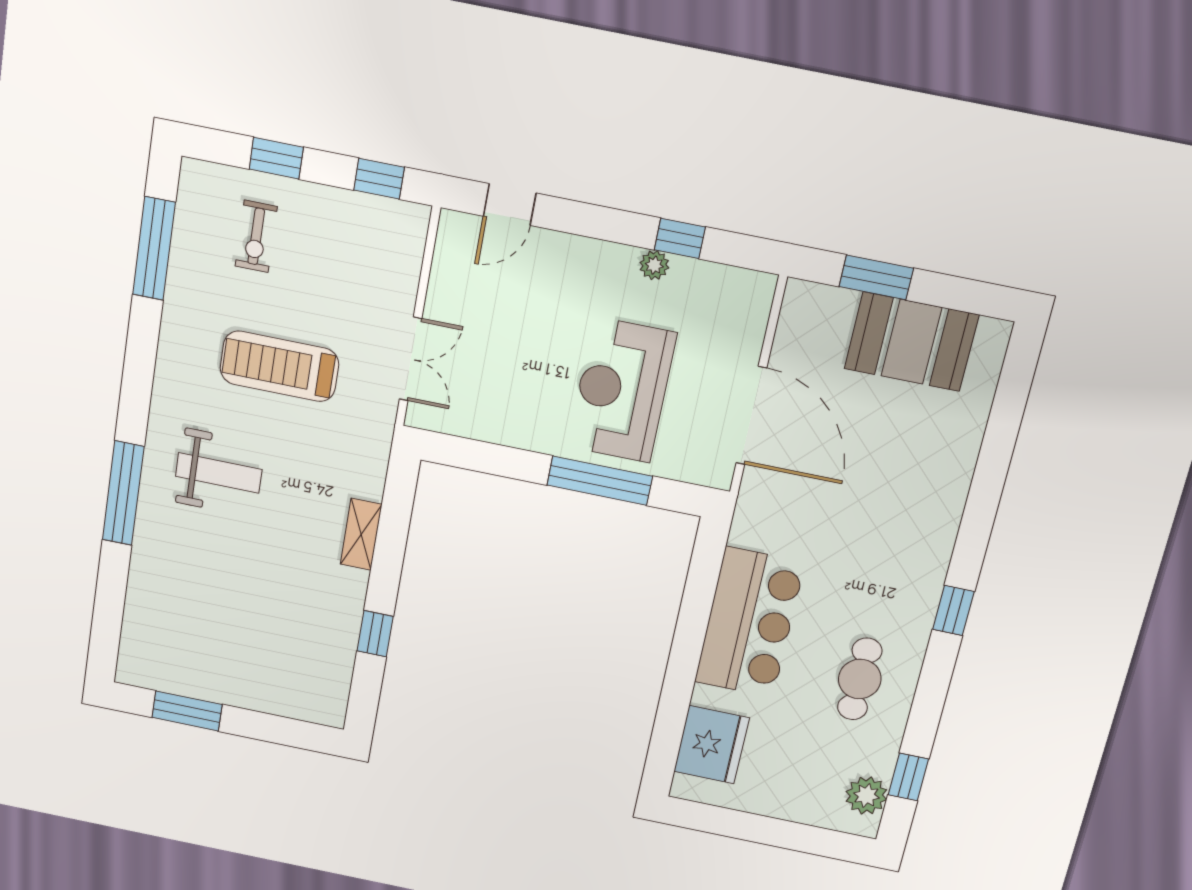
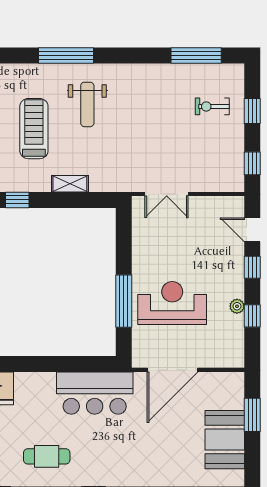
window: (584, 219) -> (252, 267), added
treadmill: (279, 366) -> (34, 129), moved
bar counter: (749, 623) -> (95, 393), moved

